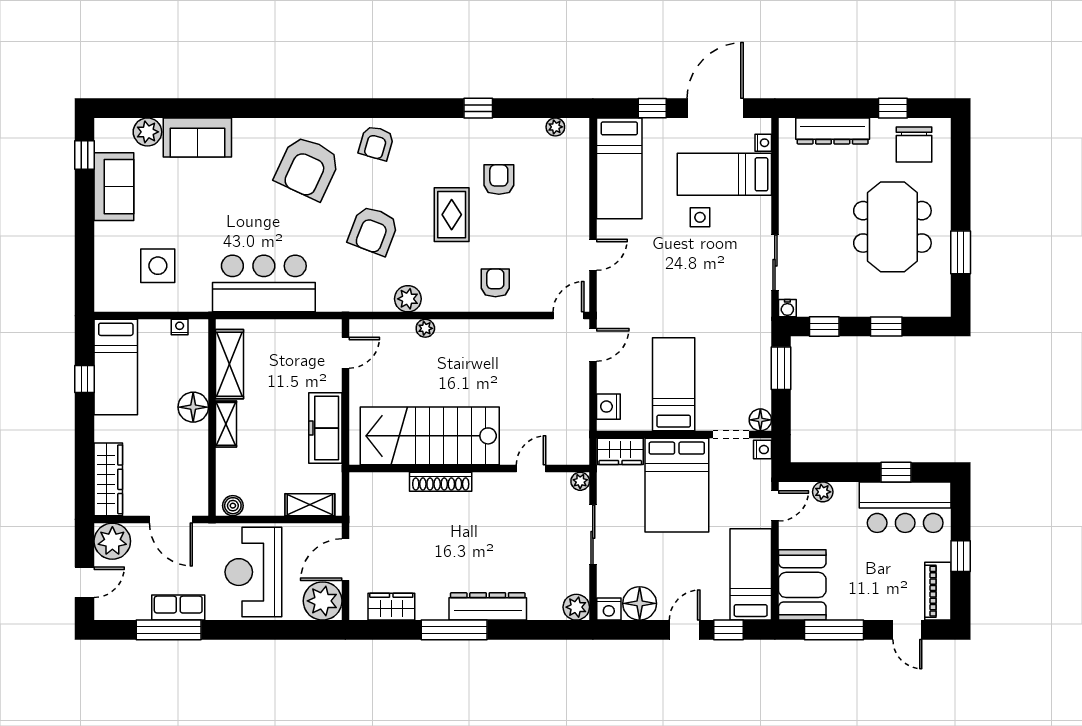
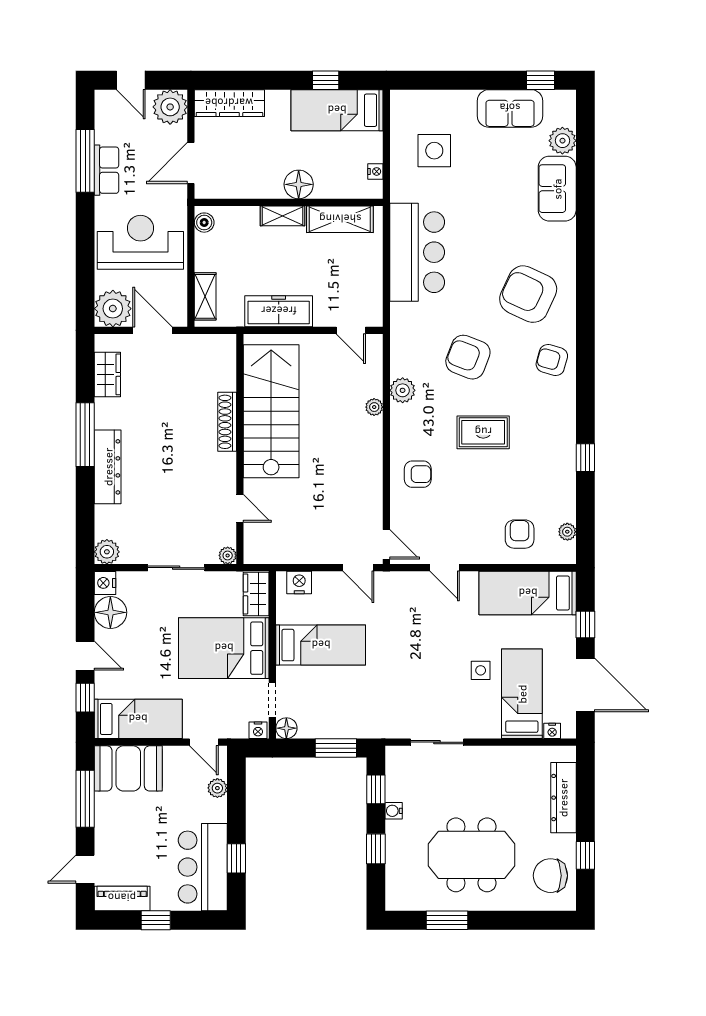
armchair: (499, 180) -> (520, 534), moved, turned -90
water cooler: (787, 308) -> (394, 811), moved

